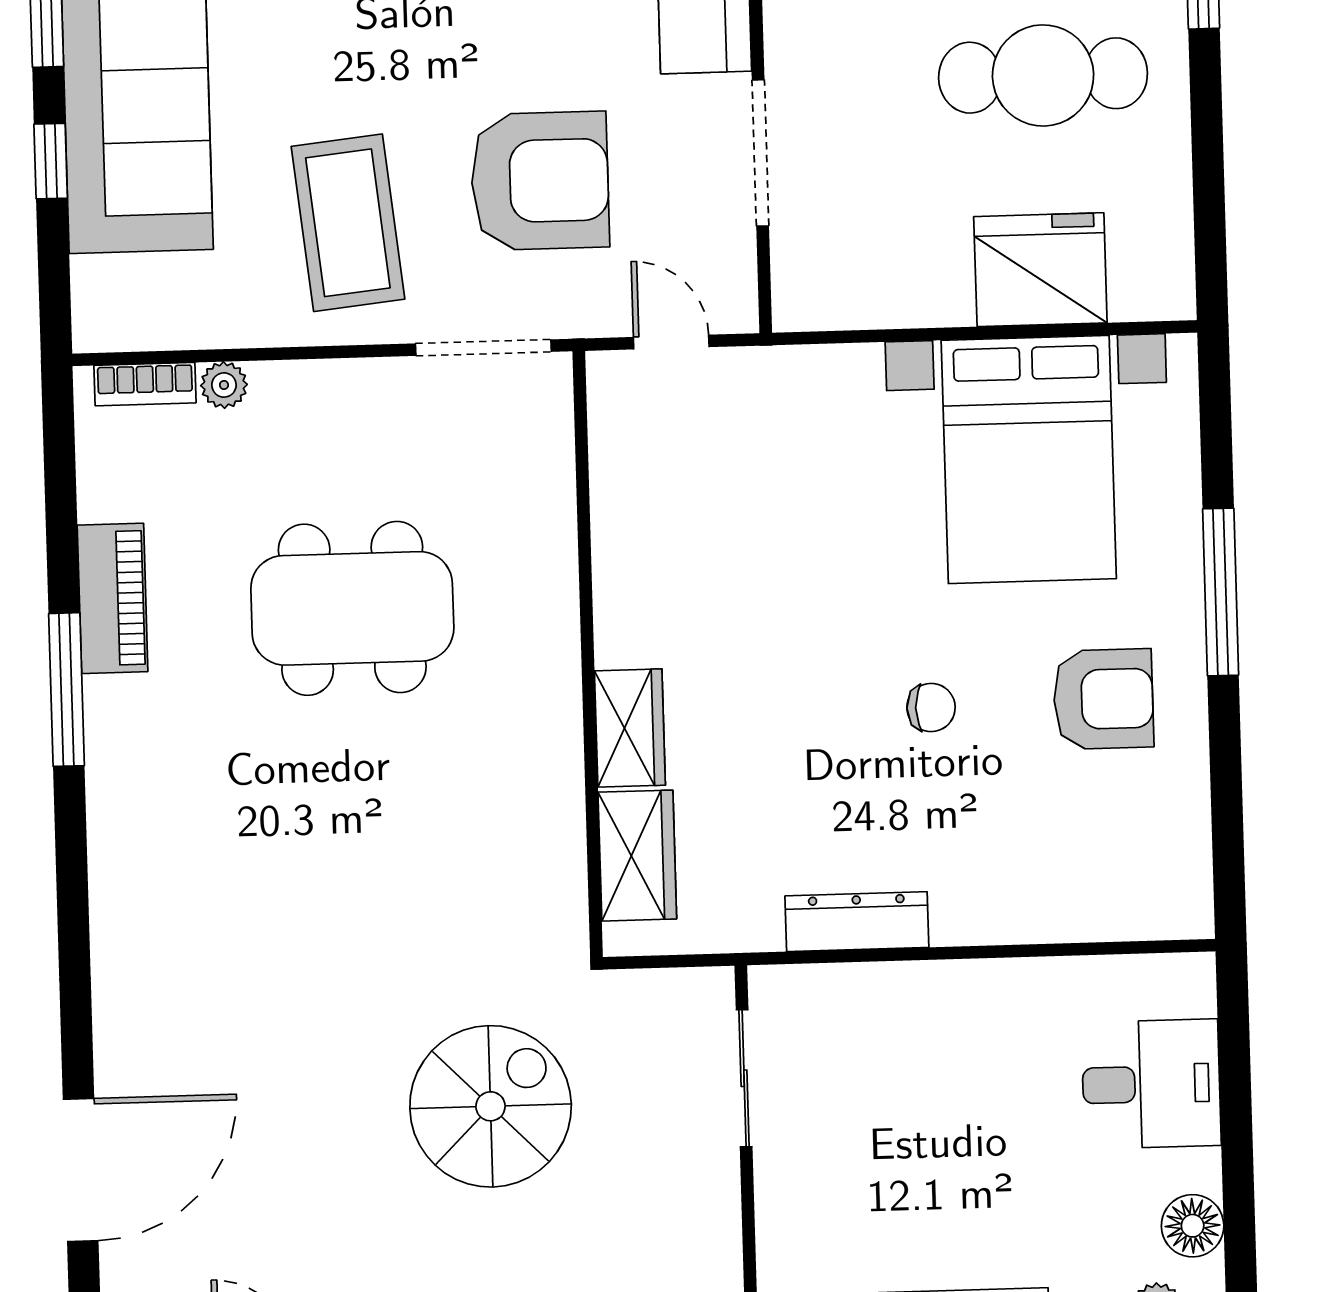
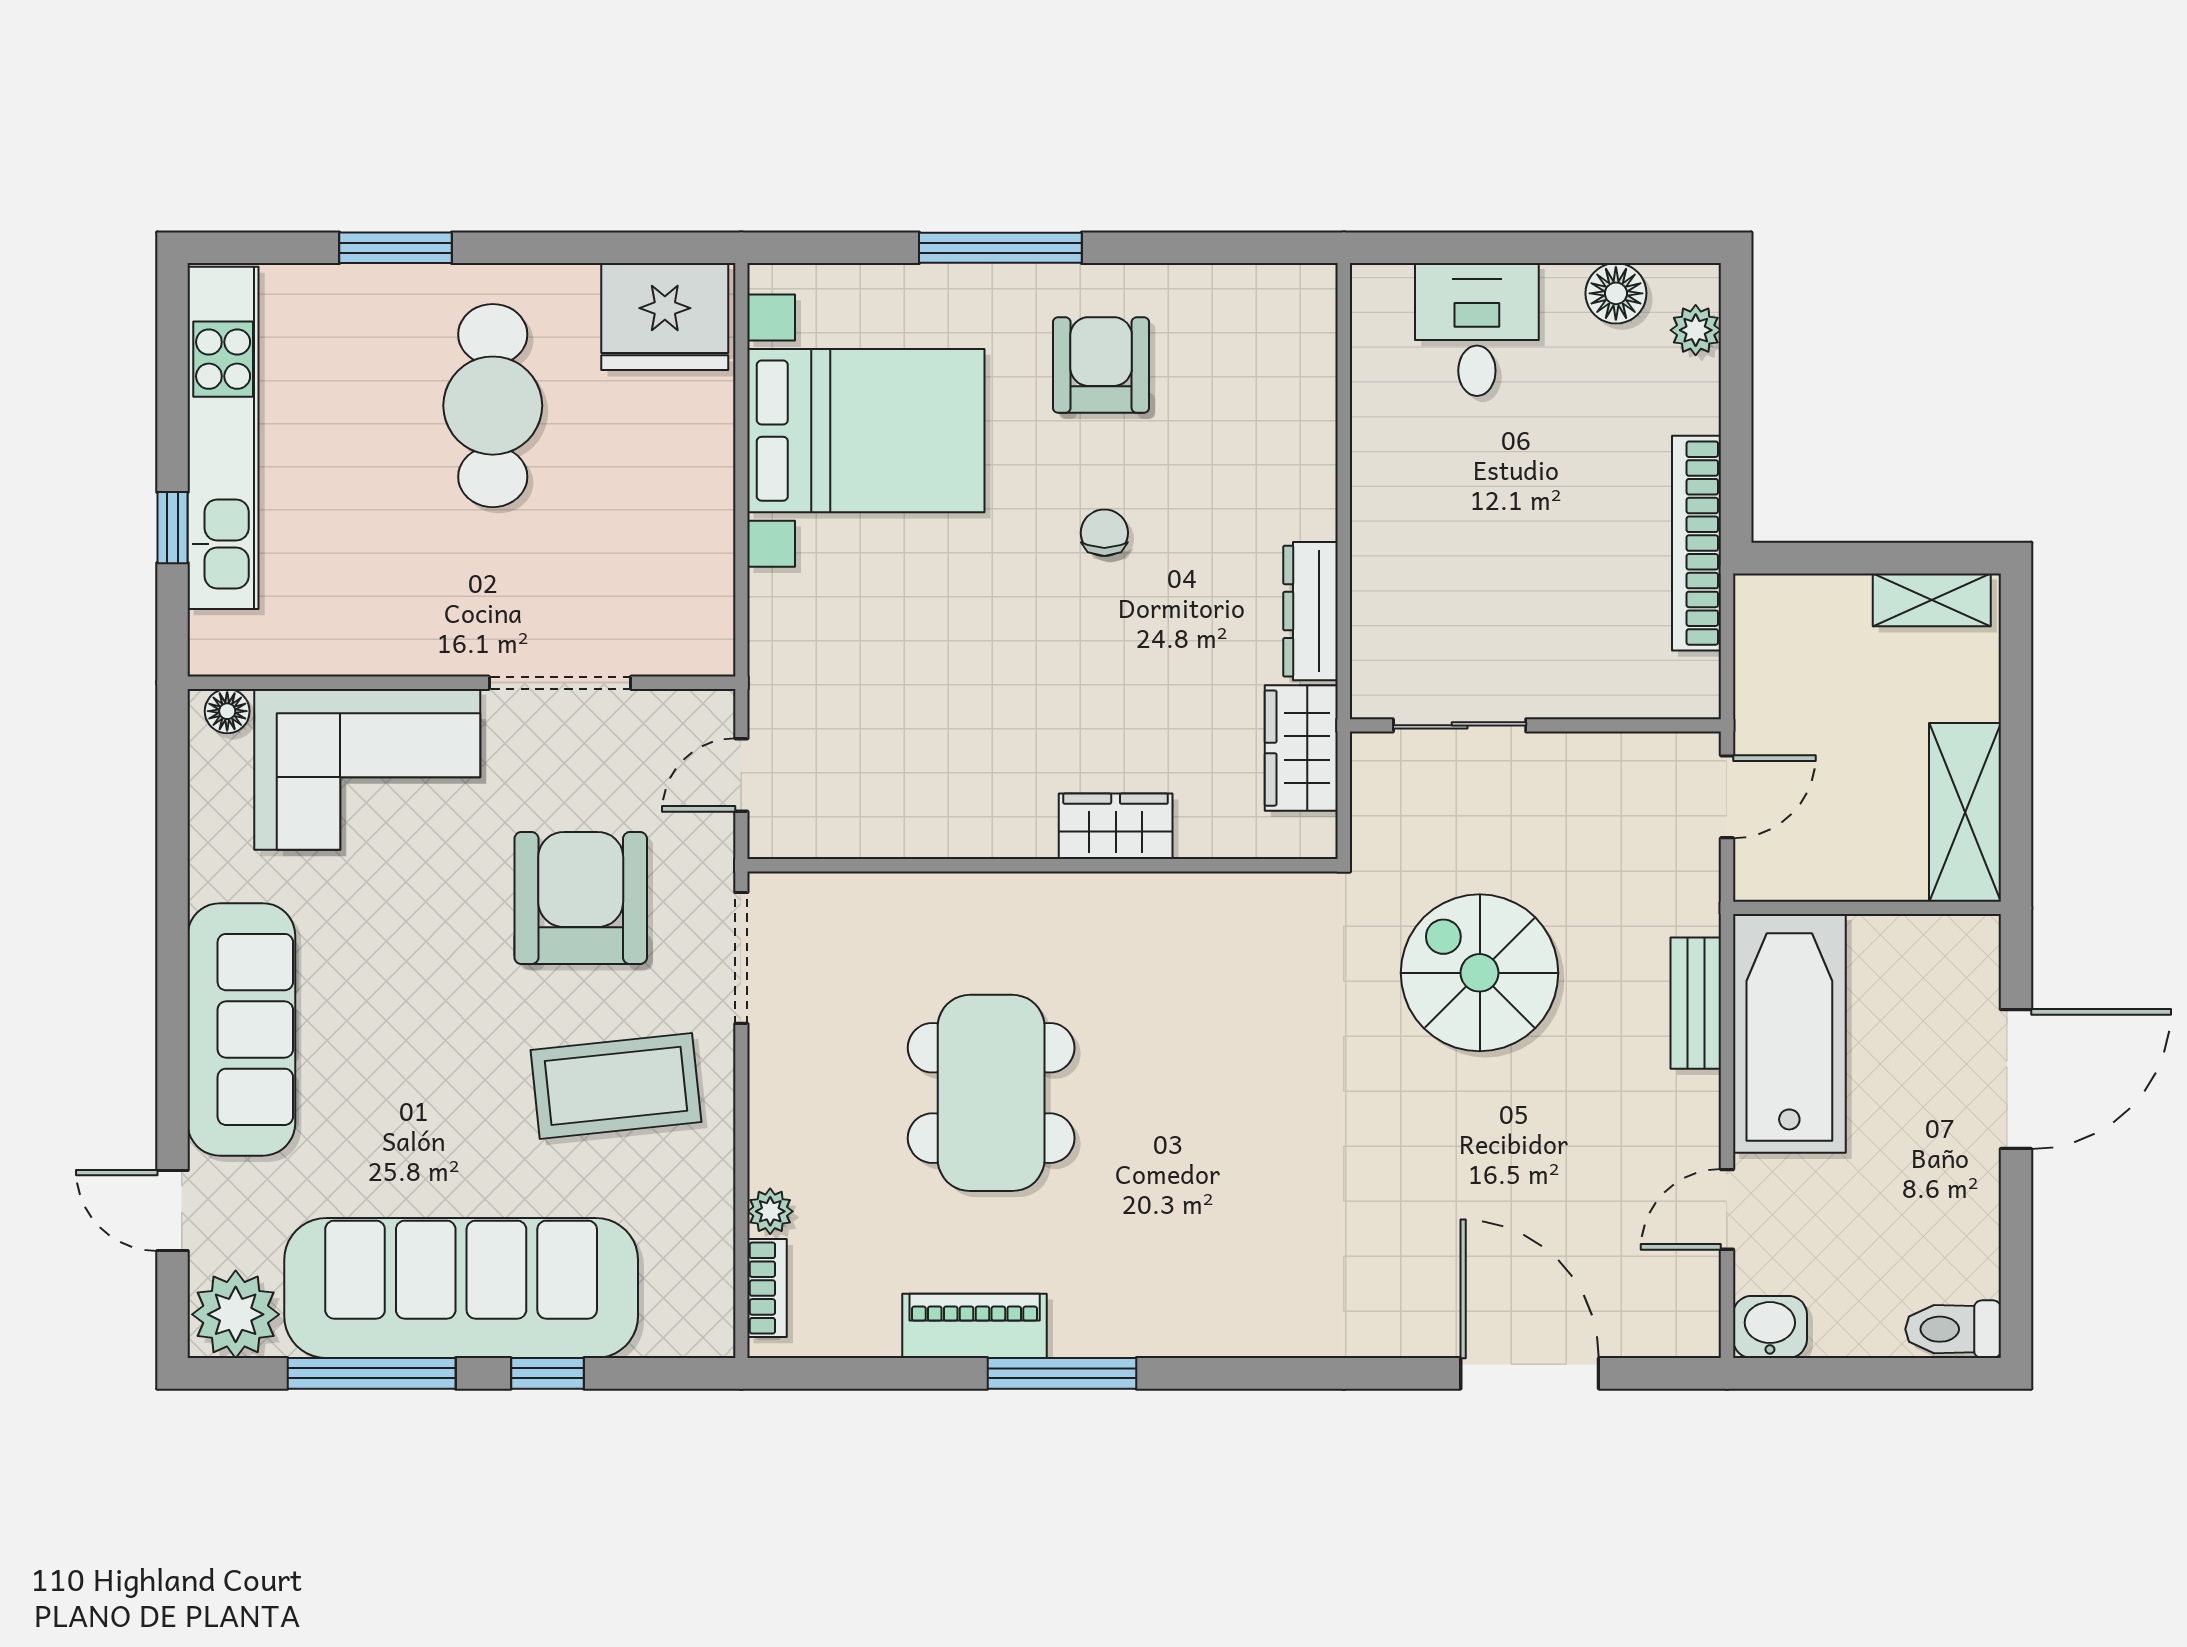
fridge: (1040, 270) -> (665, 317), moved, turned -90
wardrobe: (637, 856) -> (1301, 748), moved, turned -90

